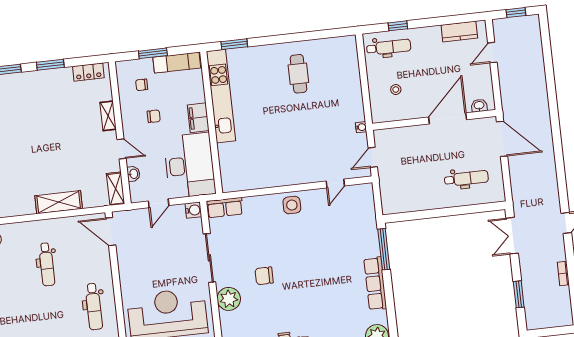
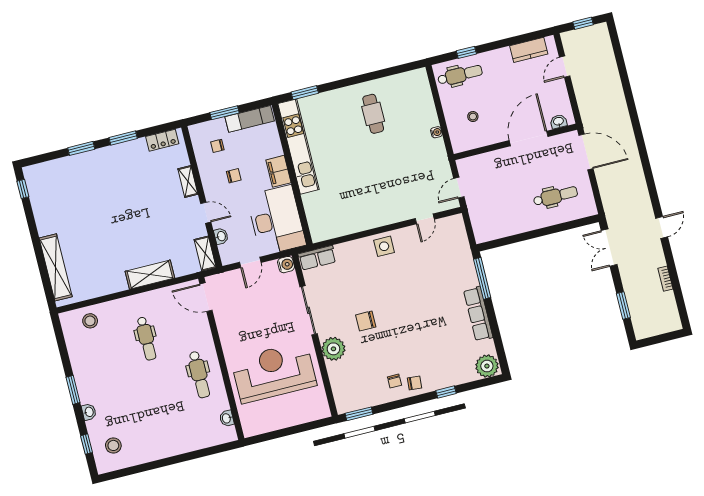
water cooler: (361, 127) -> (436, 132), moved

